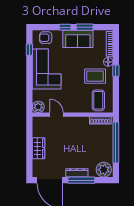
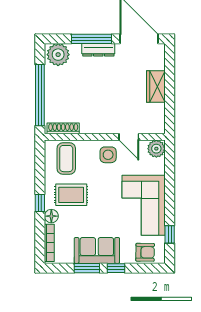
side table: (70, 103) -> (108, 155), added

